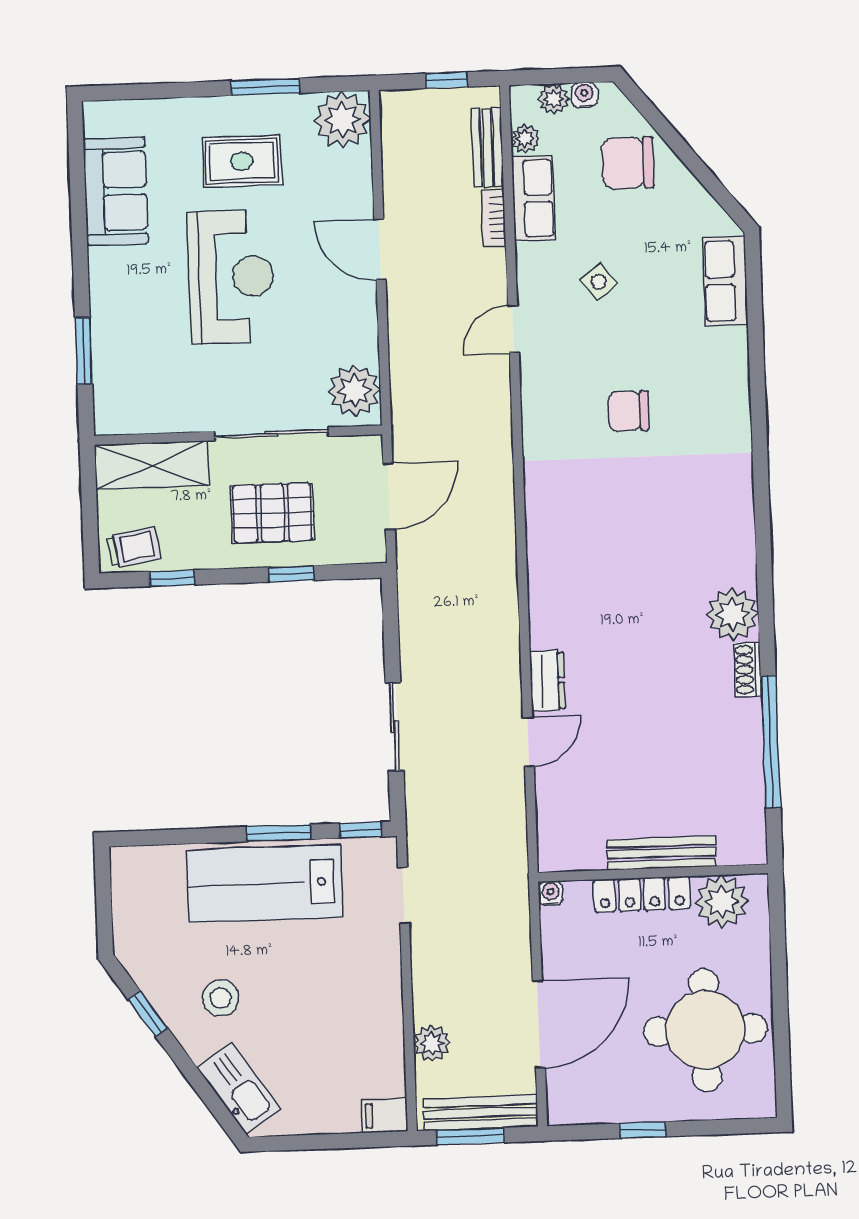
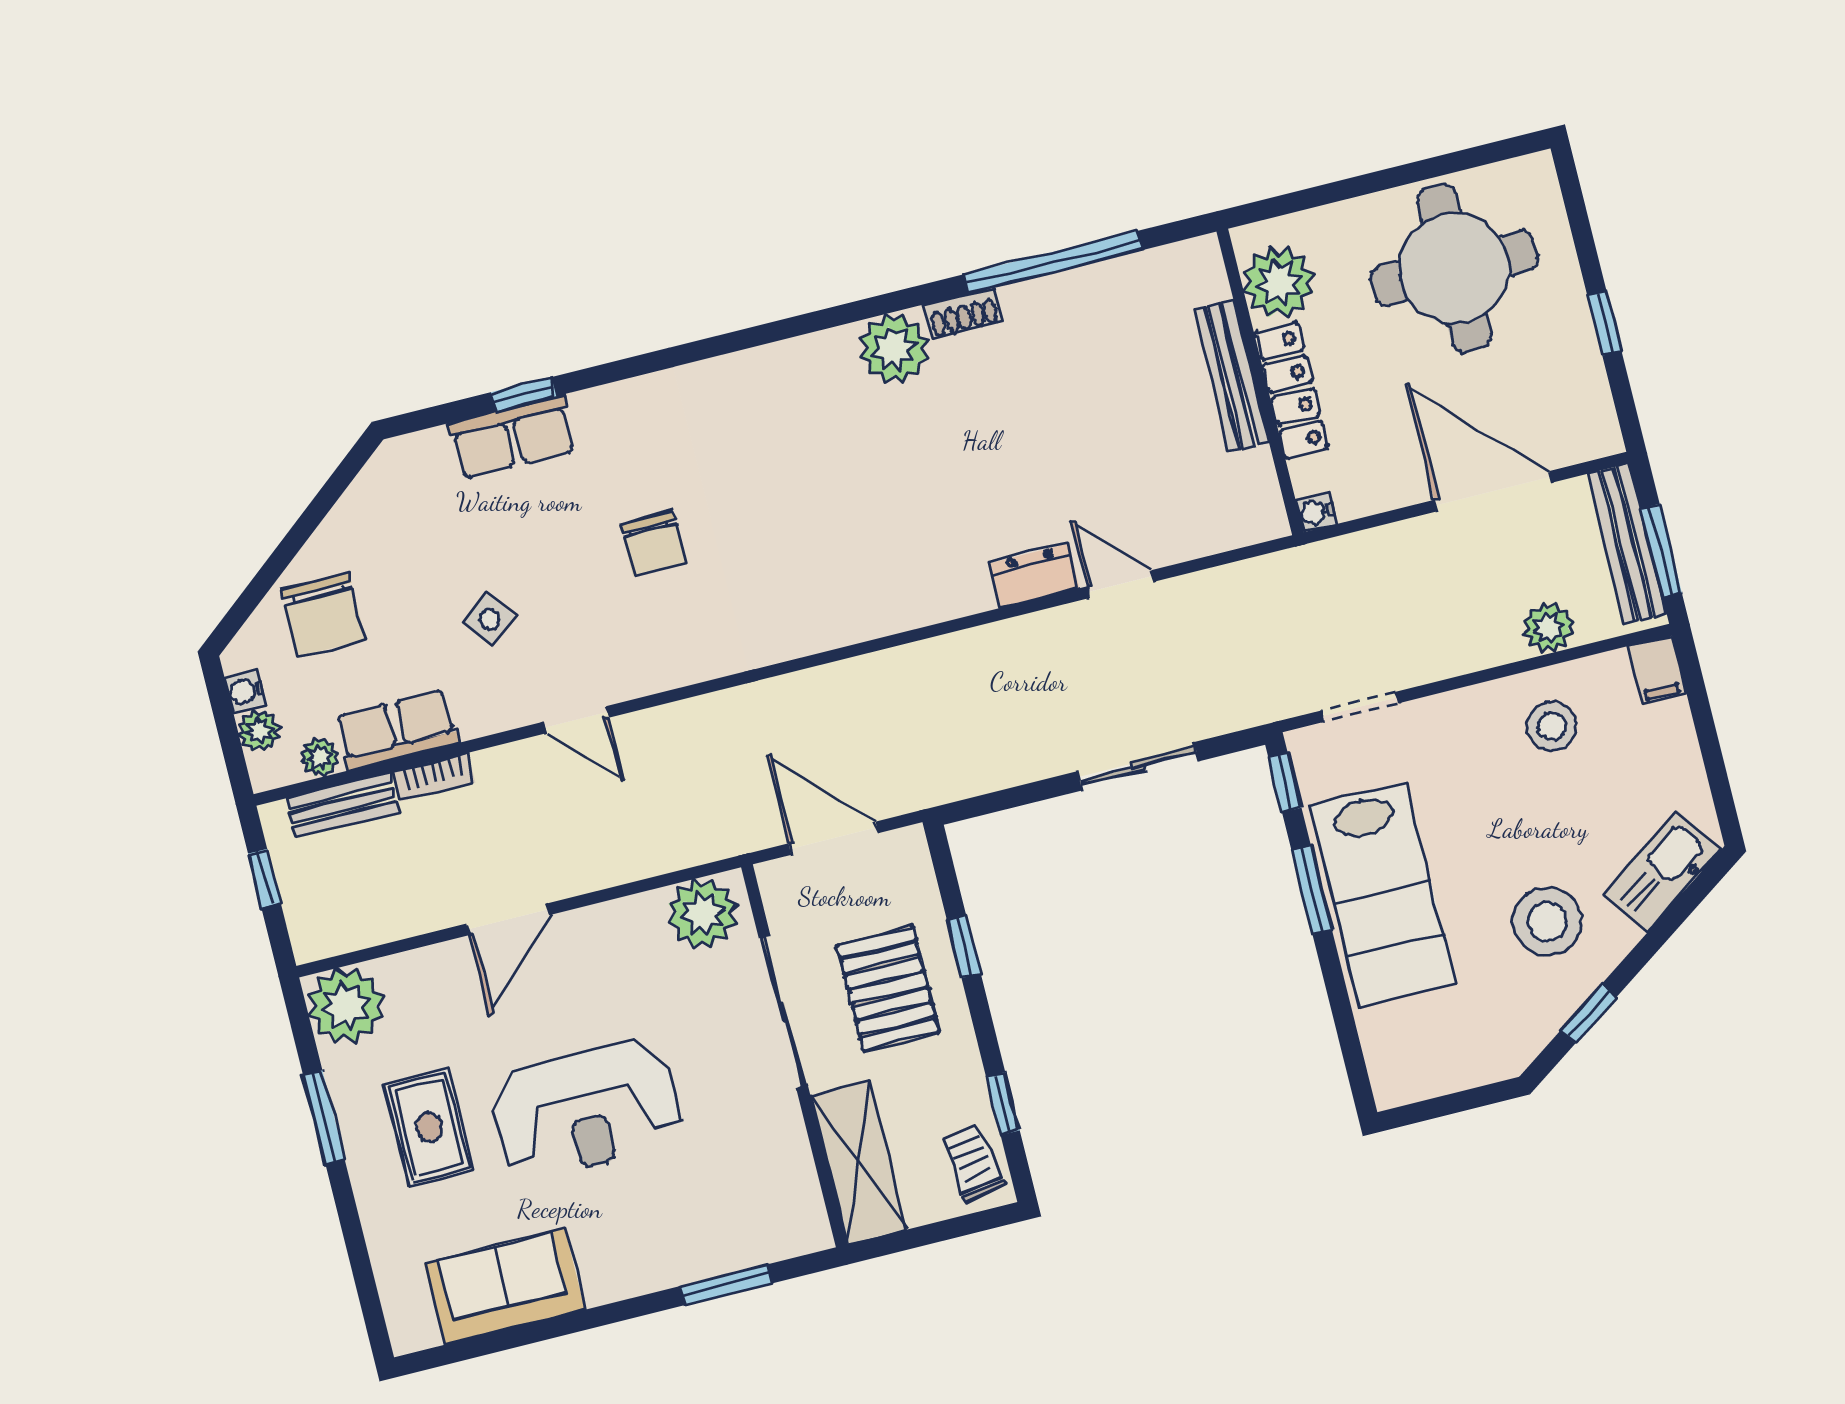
reception desk: (231, 277) -> (586, 1110), turned 180
row of seats: (725, 281) -> (513, 437), moved
window: (756, 341) -> (524, 394), added
stool: (221, 998) -> (1547, 921), width x1.38, depth x1.38
stool: (361, 1031) -> (1551, 726), added

